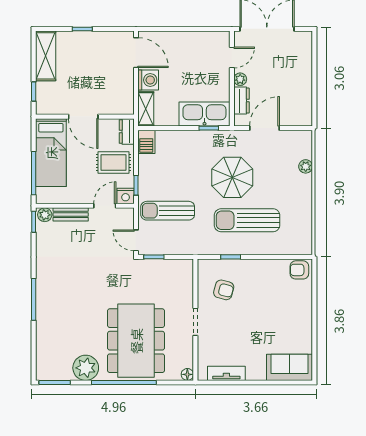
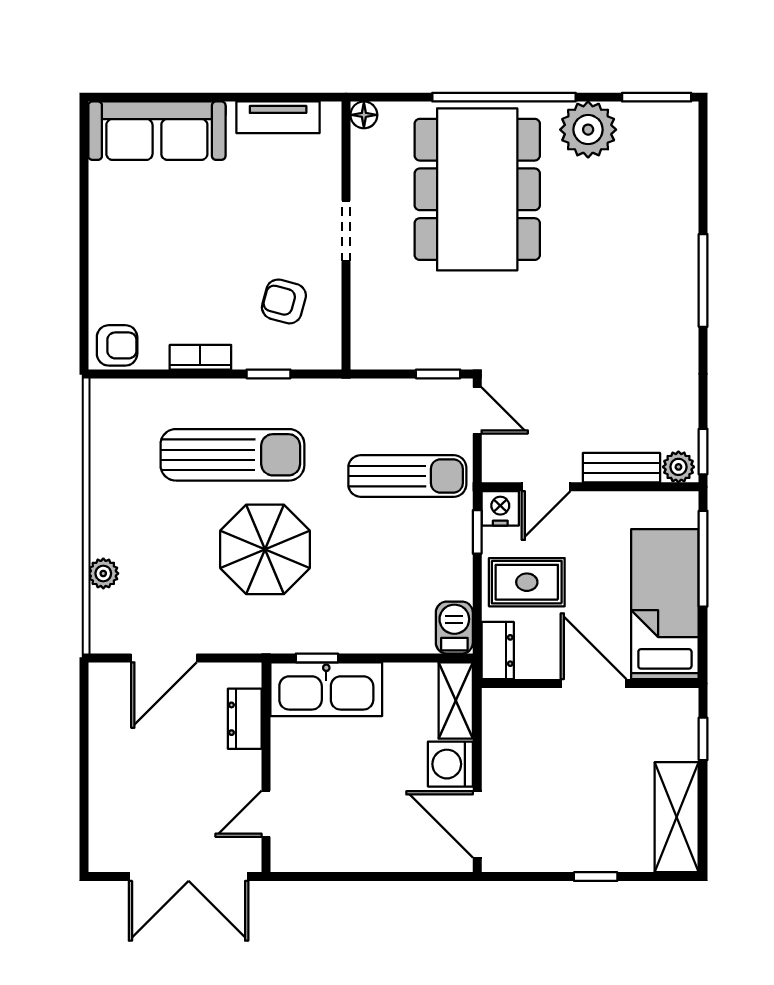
plant: (240, 79) -> (248, 766), removed
door: (265, 128) -> (164, 658), moved
bookcase: (262, 265) -> (200, 357), added
sofa: (290, 367) -> (157, 131), width x1.36

